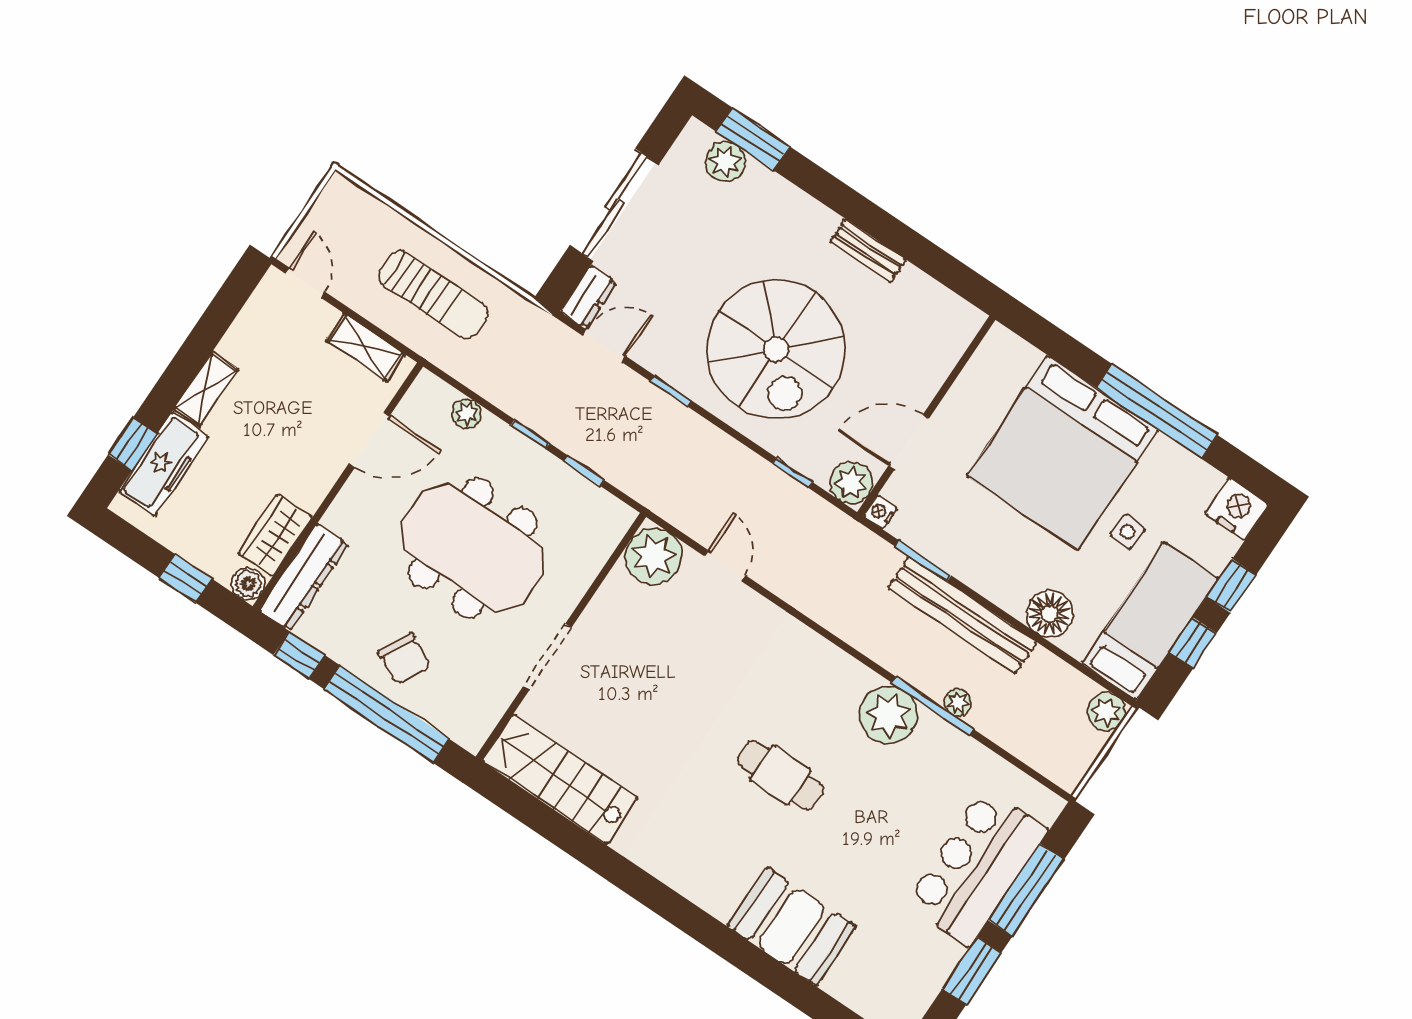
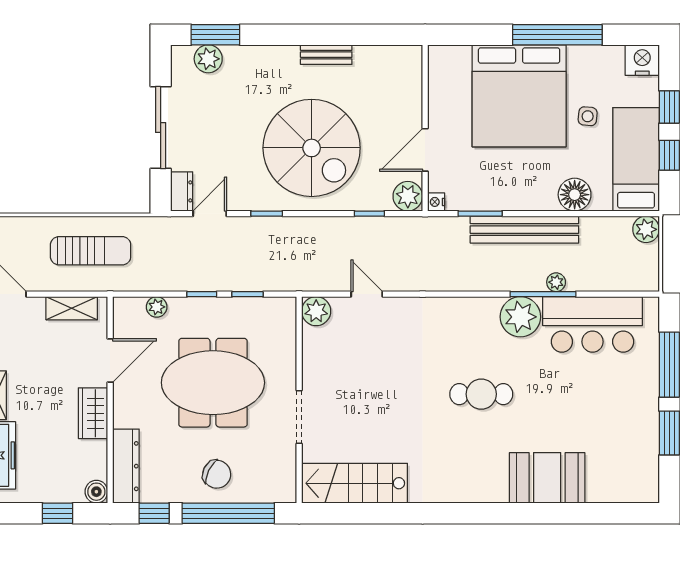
wardrobe: (275, 535) -> (93, 413), moved
plant: (654, 556) -> (316, 311), width x0.73, depth x0.73
bar counter: (977, 867) -> (593, 324), moved, turned -90

